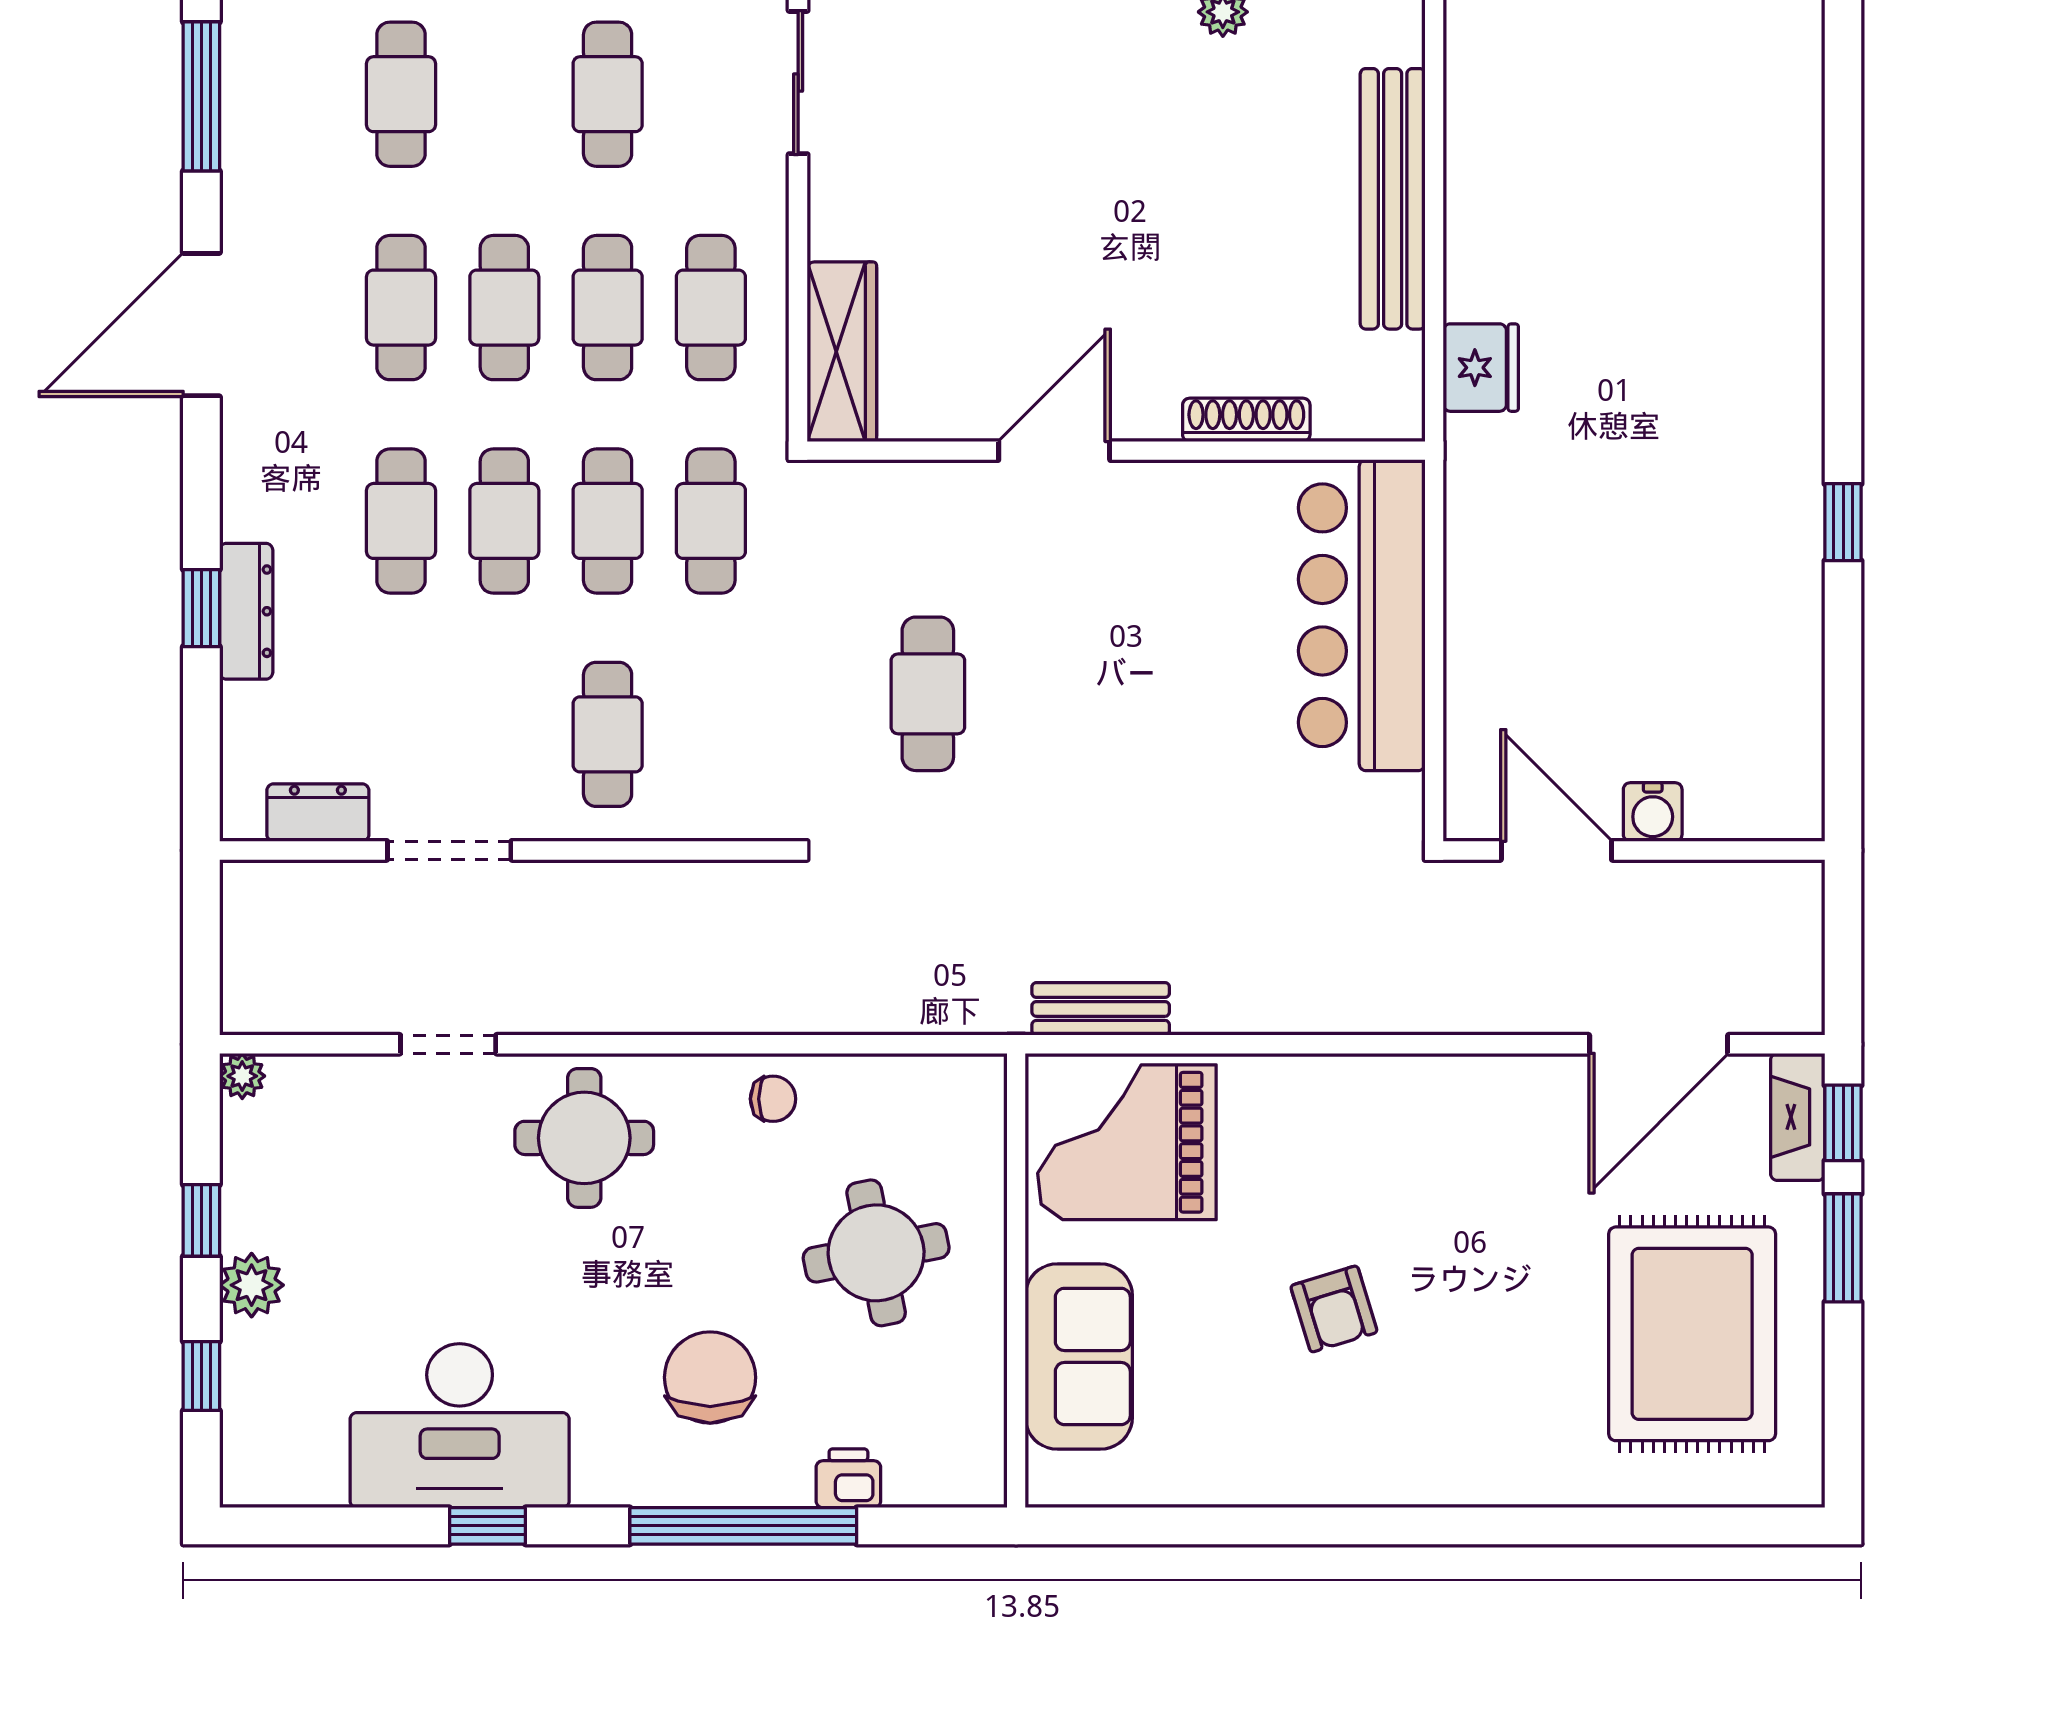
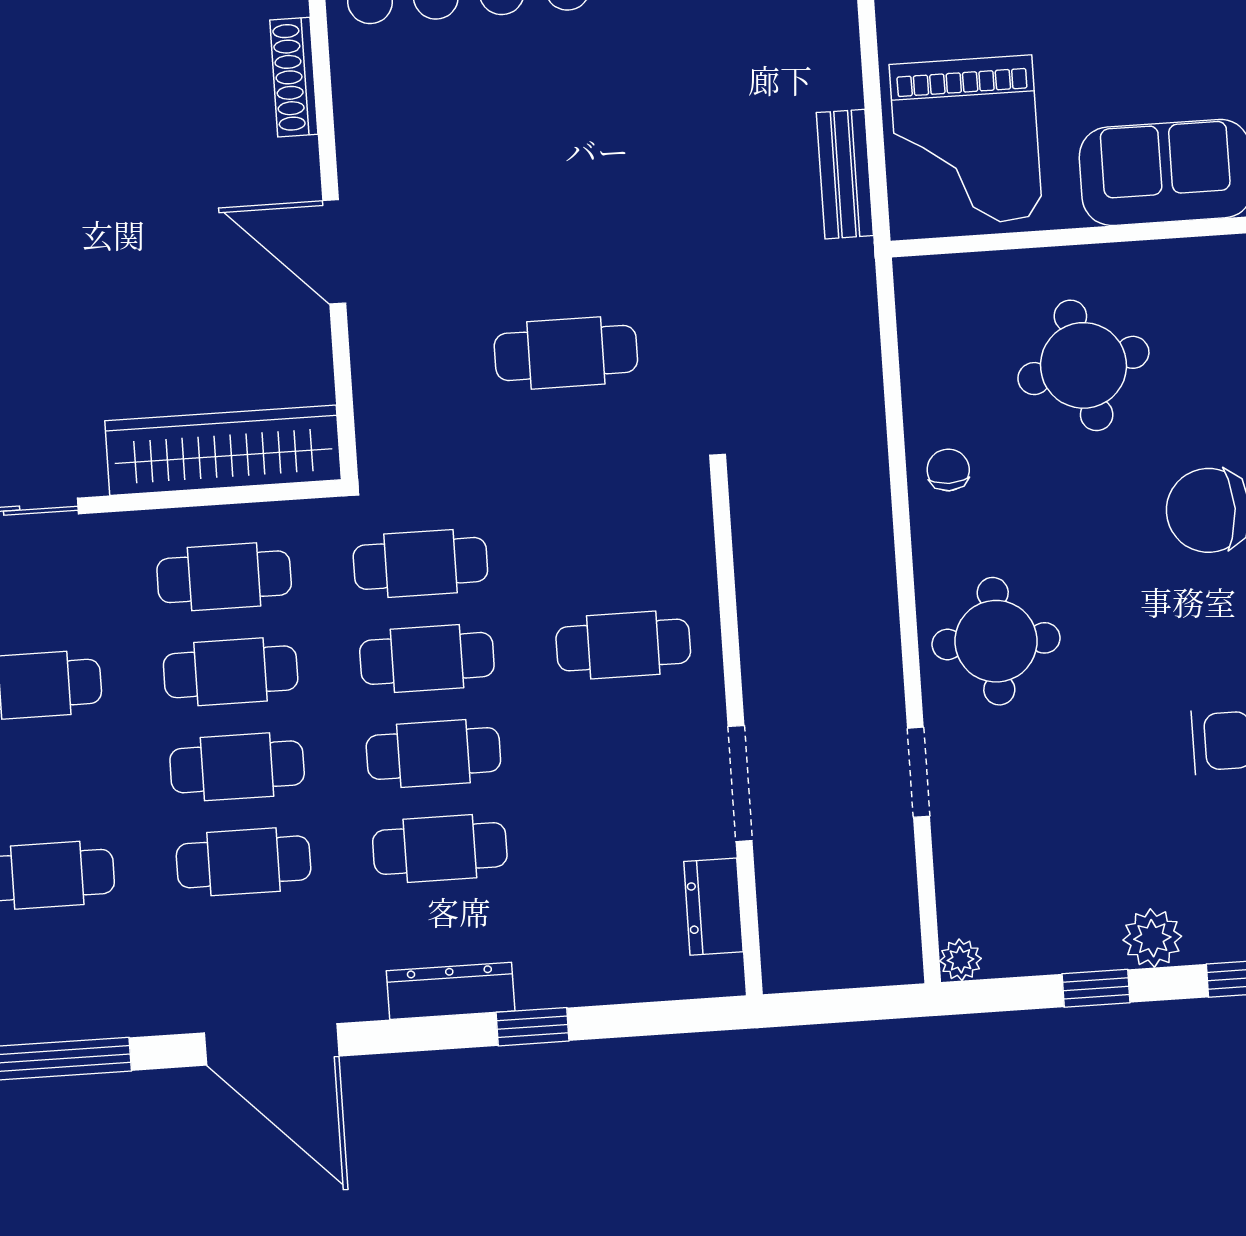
wardrobe: (842, 352) -> (223, 450), width x1.40, depth x1.17
dresser: (246, 611) -> (451, 991), moved

